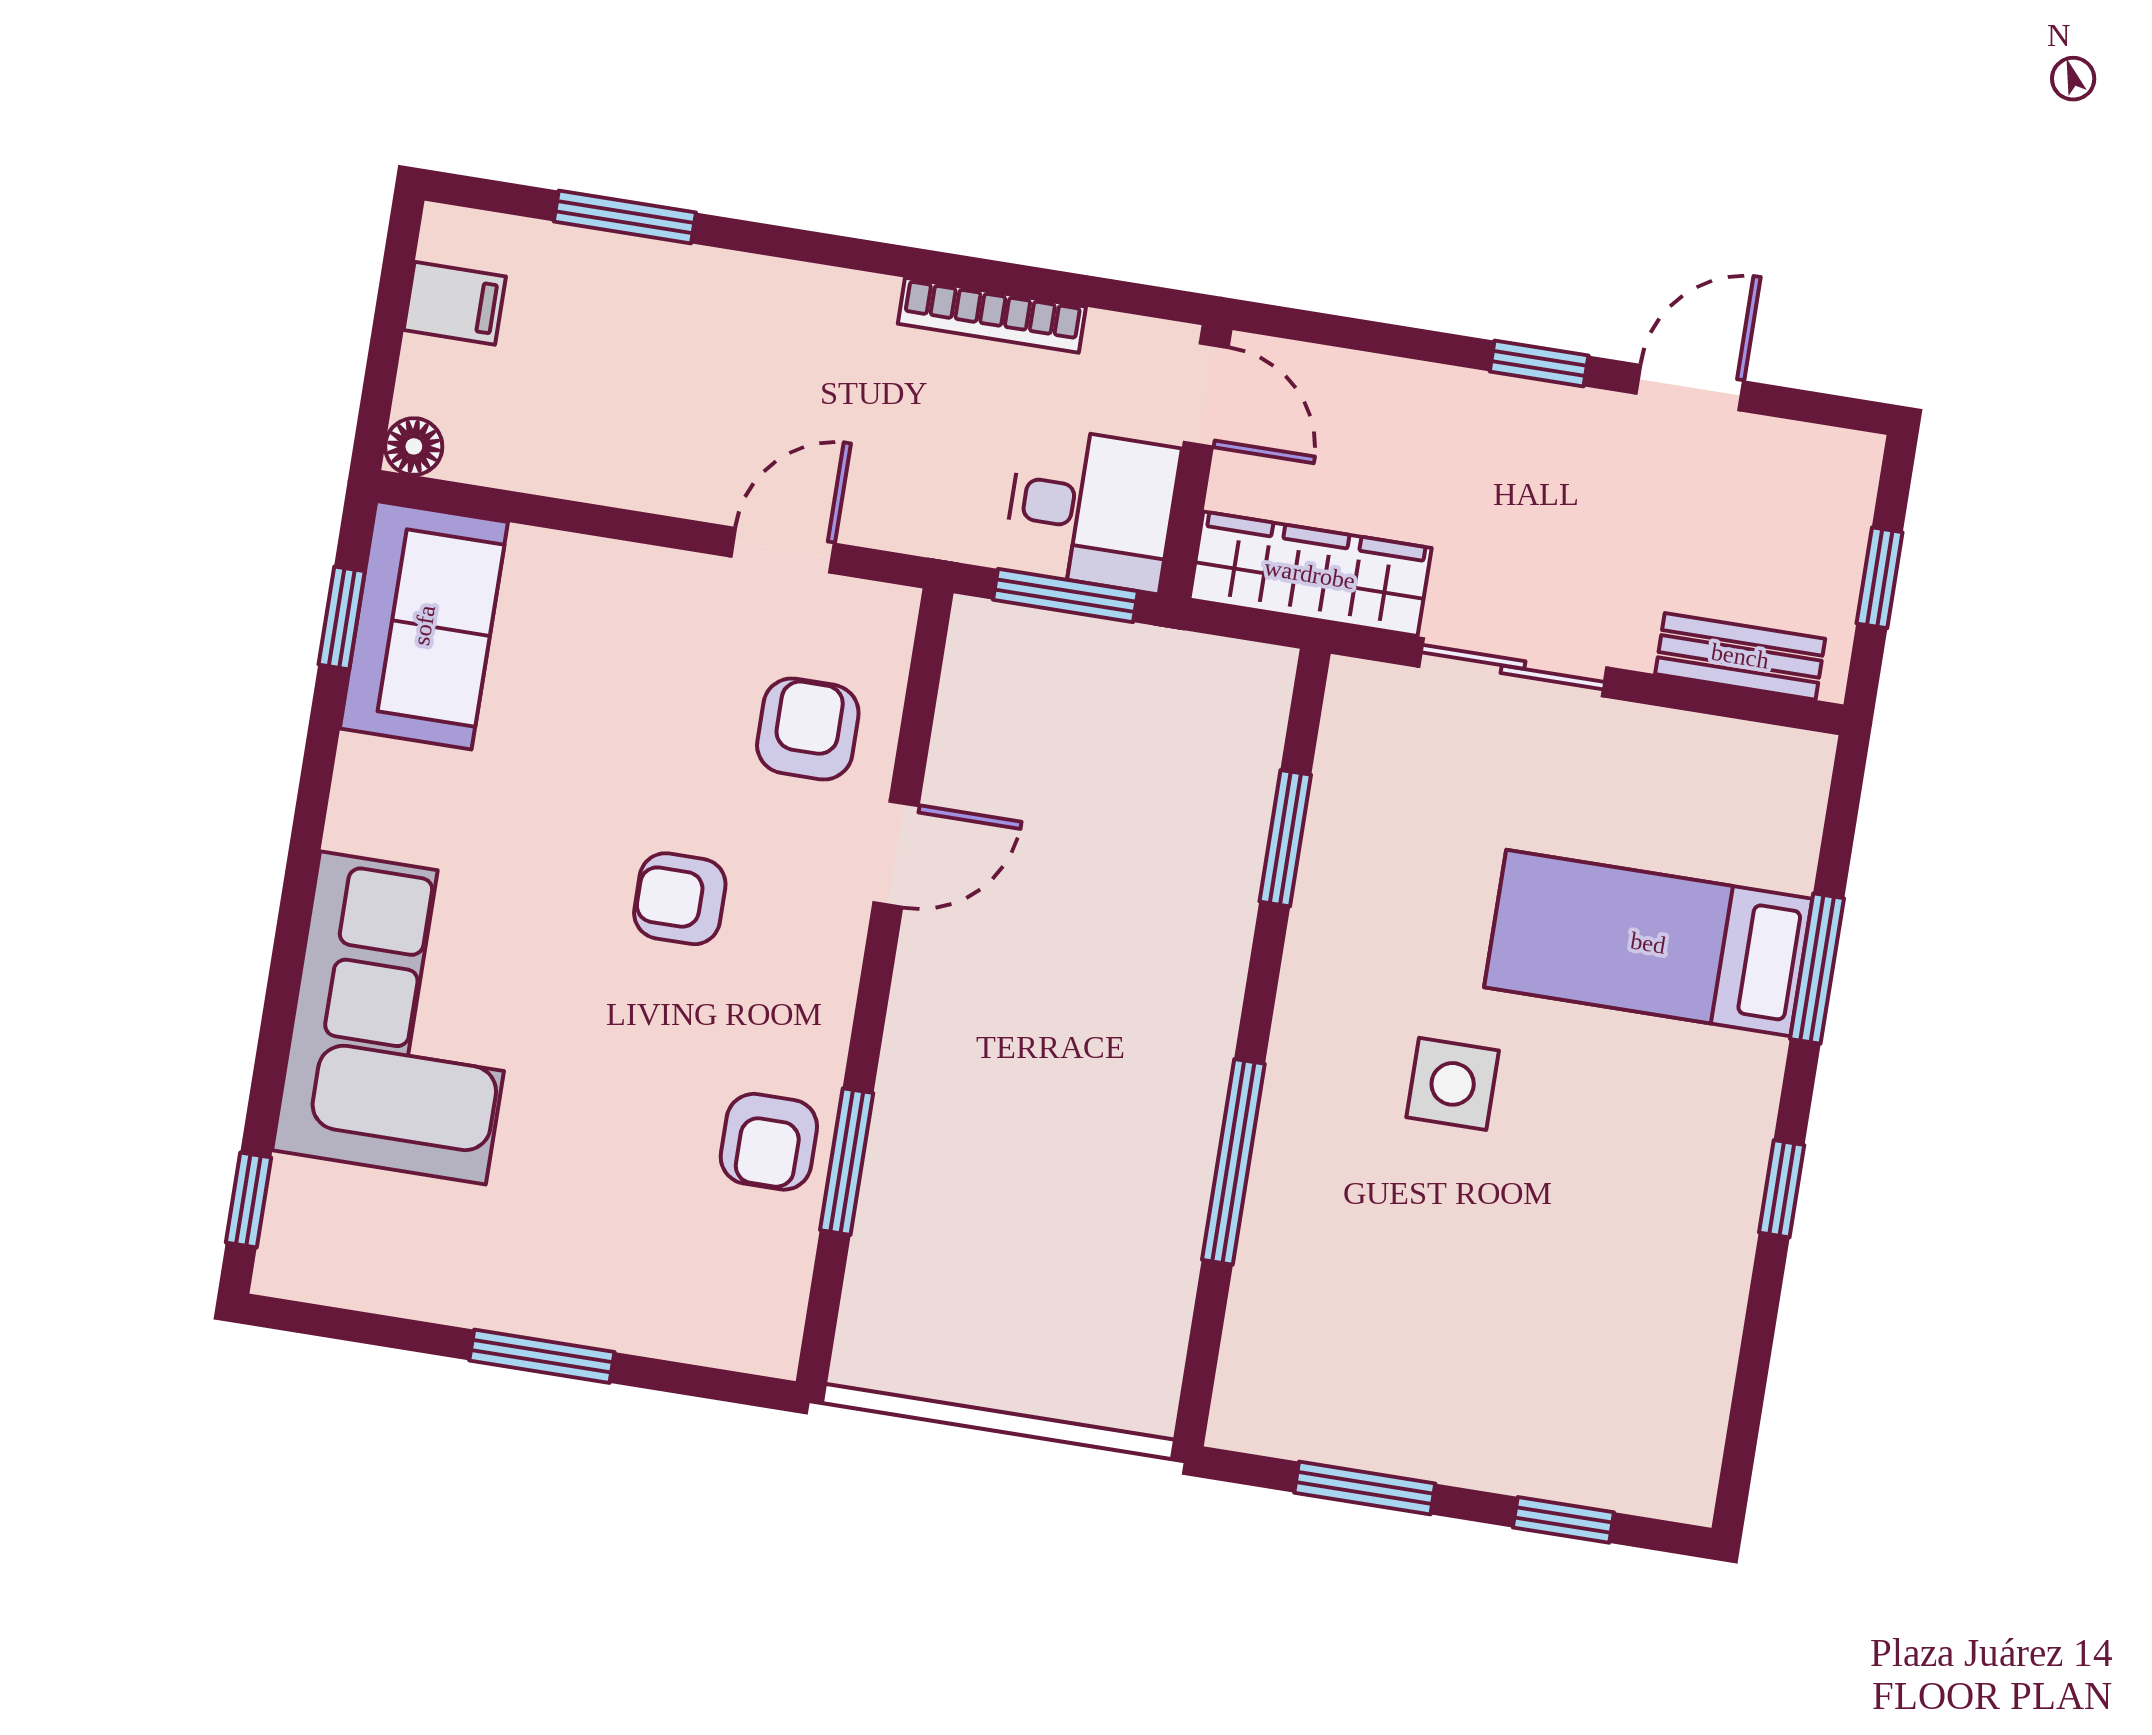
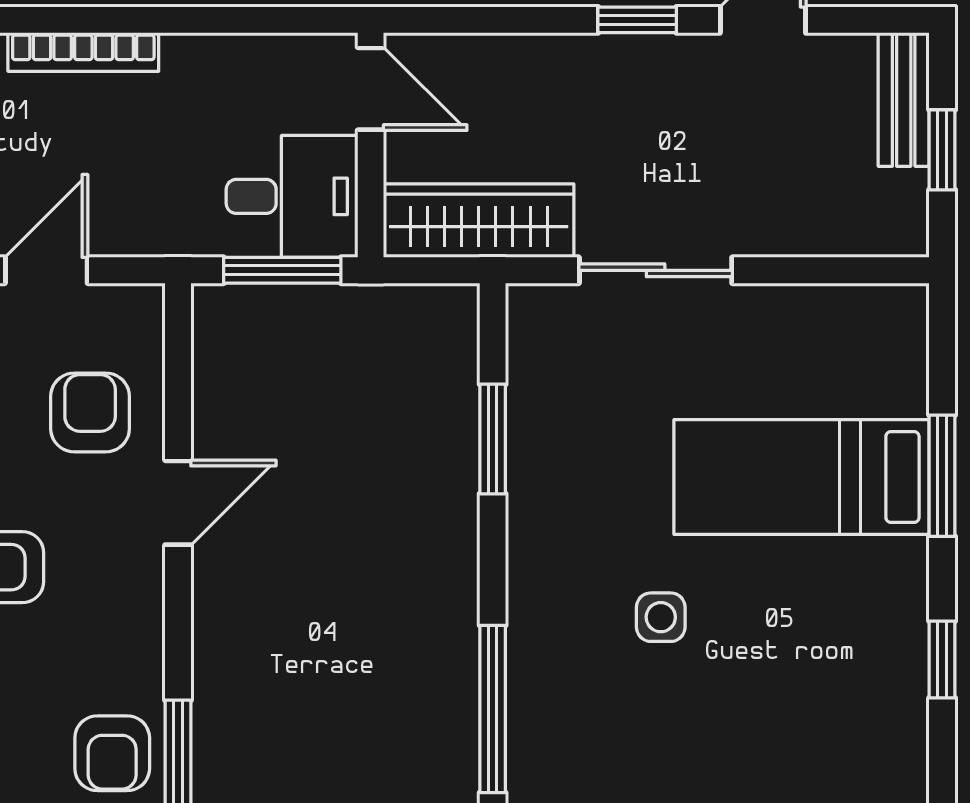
bookcase: (992, 315) -> (83, 52), moved
bench: (1740, 656) -> (904, 100), moved, turned 90
side table: (1453, 1084) -> (661, 617), width x0.73, depth x0.73

